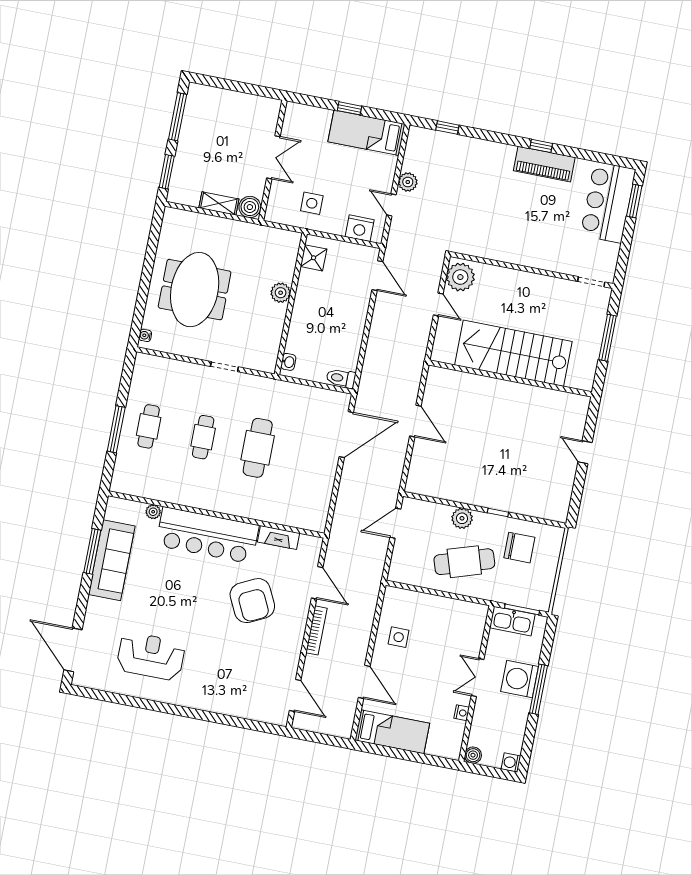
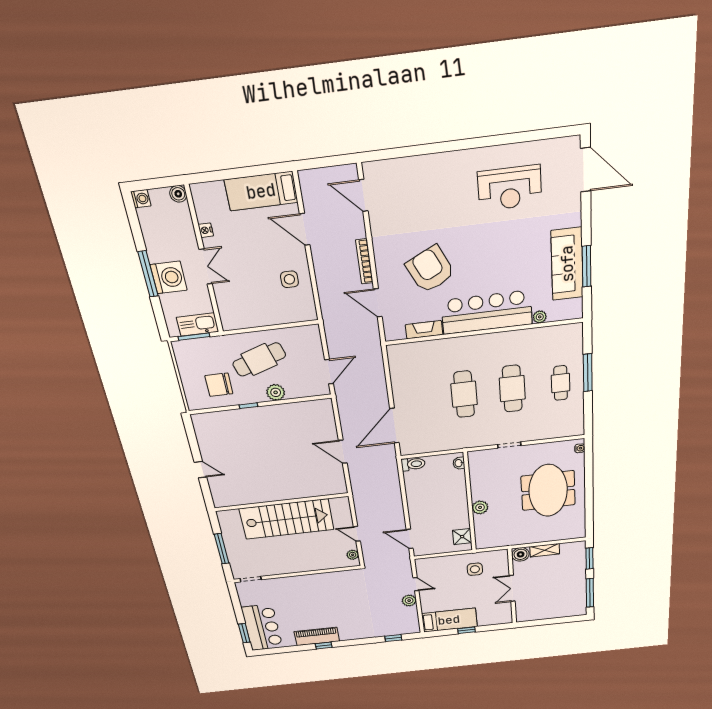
nightstand: (360, 228) -> (434, 564), removed
plant: (460, 277) -> (353, 555), width x0.53, depth x0.53
cafe table: (203, 437) -> (512, 389), width x1.37, depth x1.35

